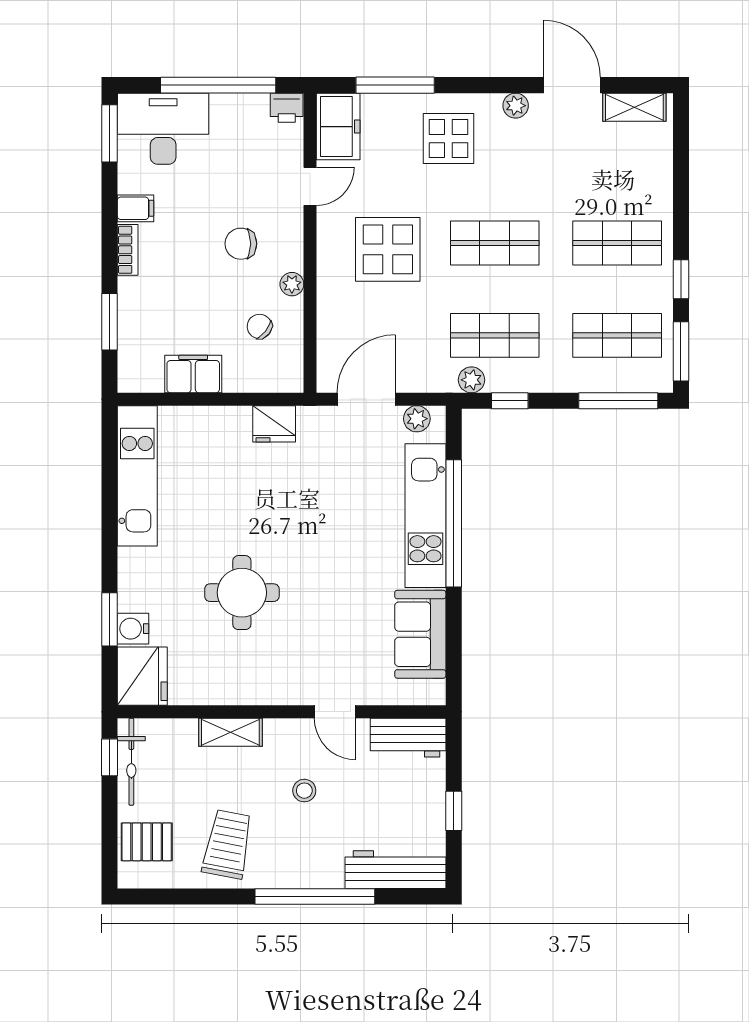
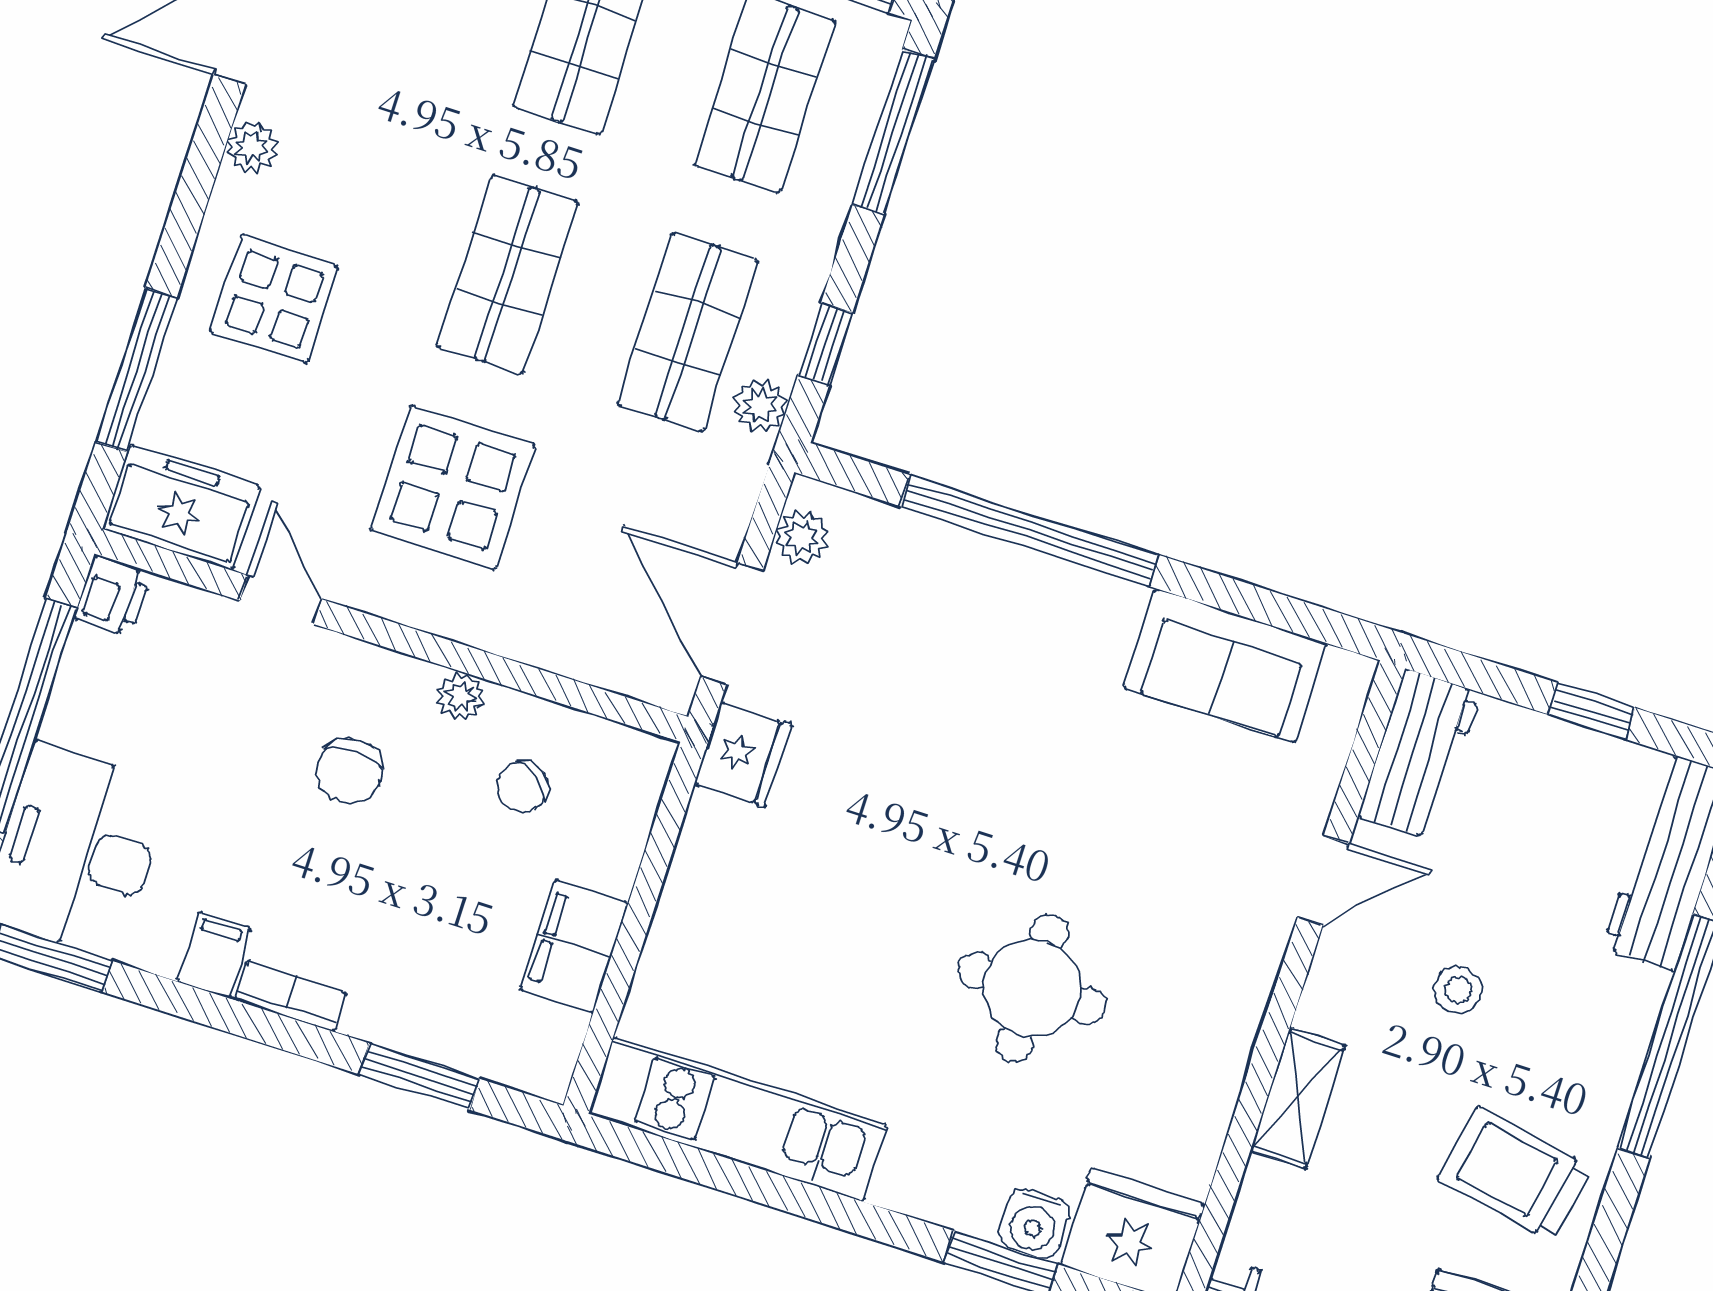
fridge: (274, 424) -> (743, 754), moved
kitchen unit: (425, 516) -> (997, 581), removed

